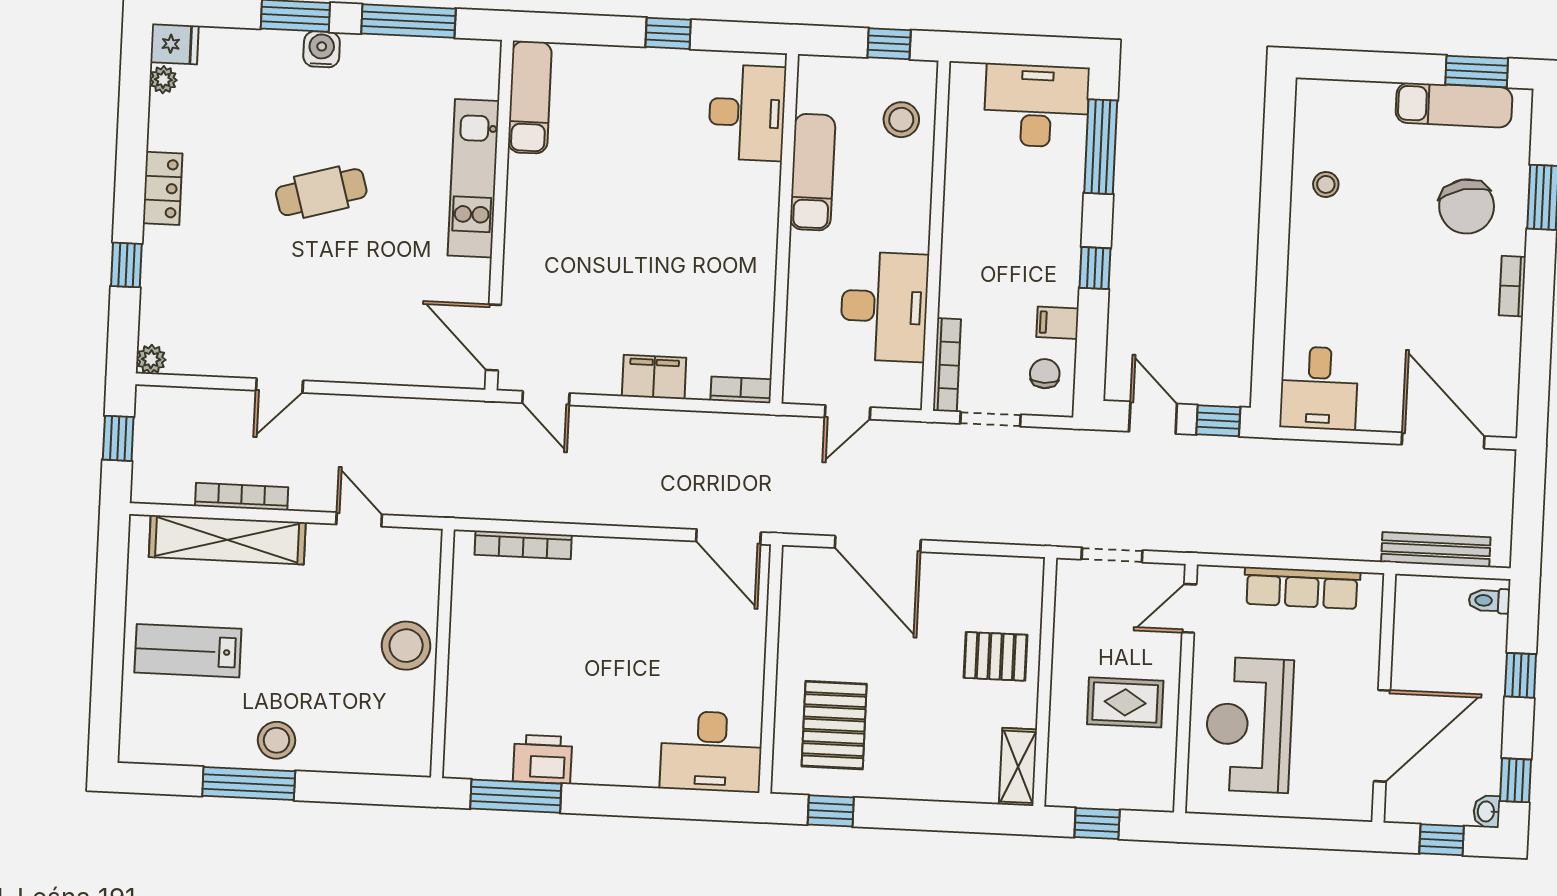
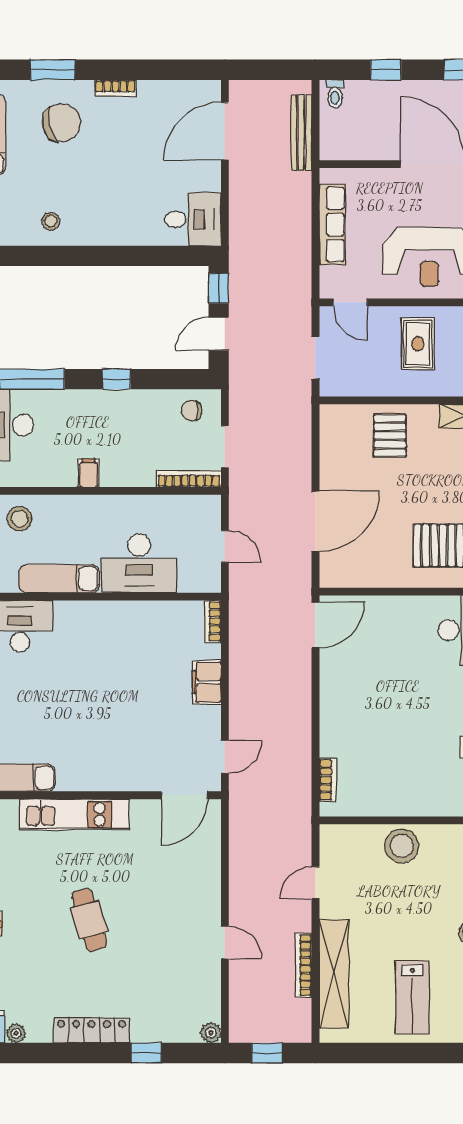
locker: (163, 188) -> (92, 1030), width x1.53
desk: (884, 307) -> (139, 563), moved, turned 180
filing cabinet: (1057, 323) -> (89, 473), moved, turned 180
bookcase: (523, 545) -> (328, 780), width x0.64

